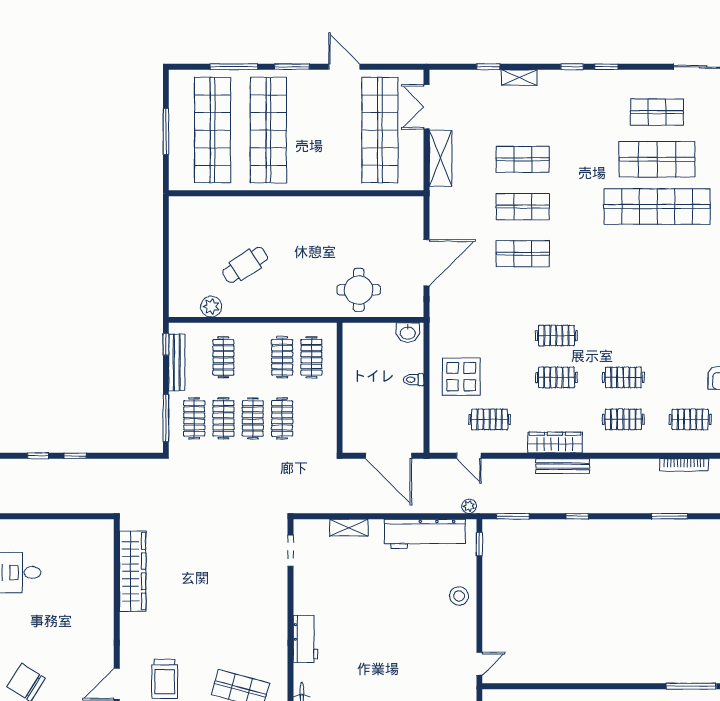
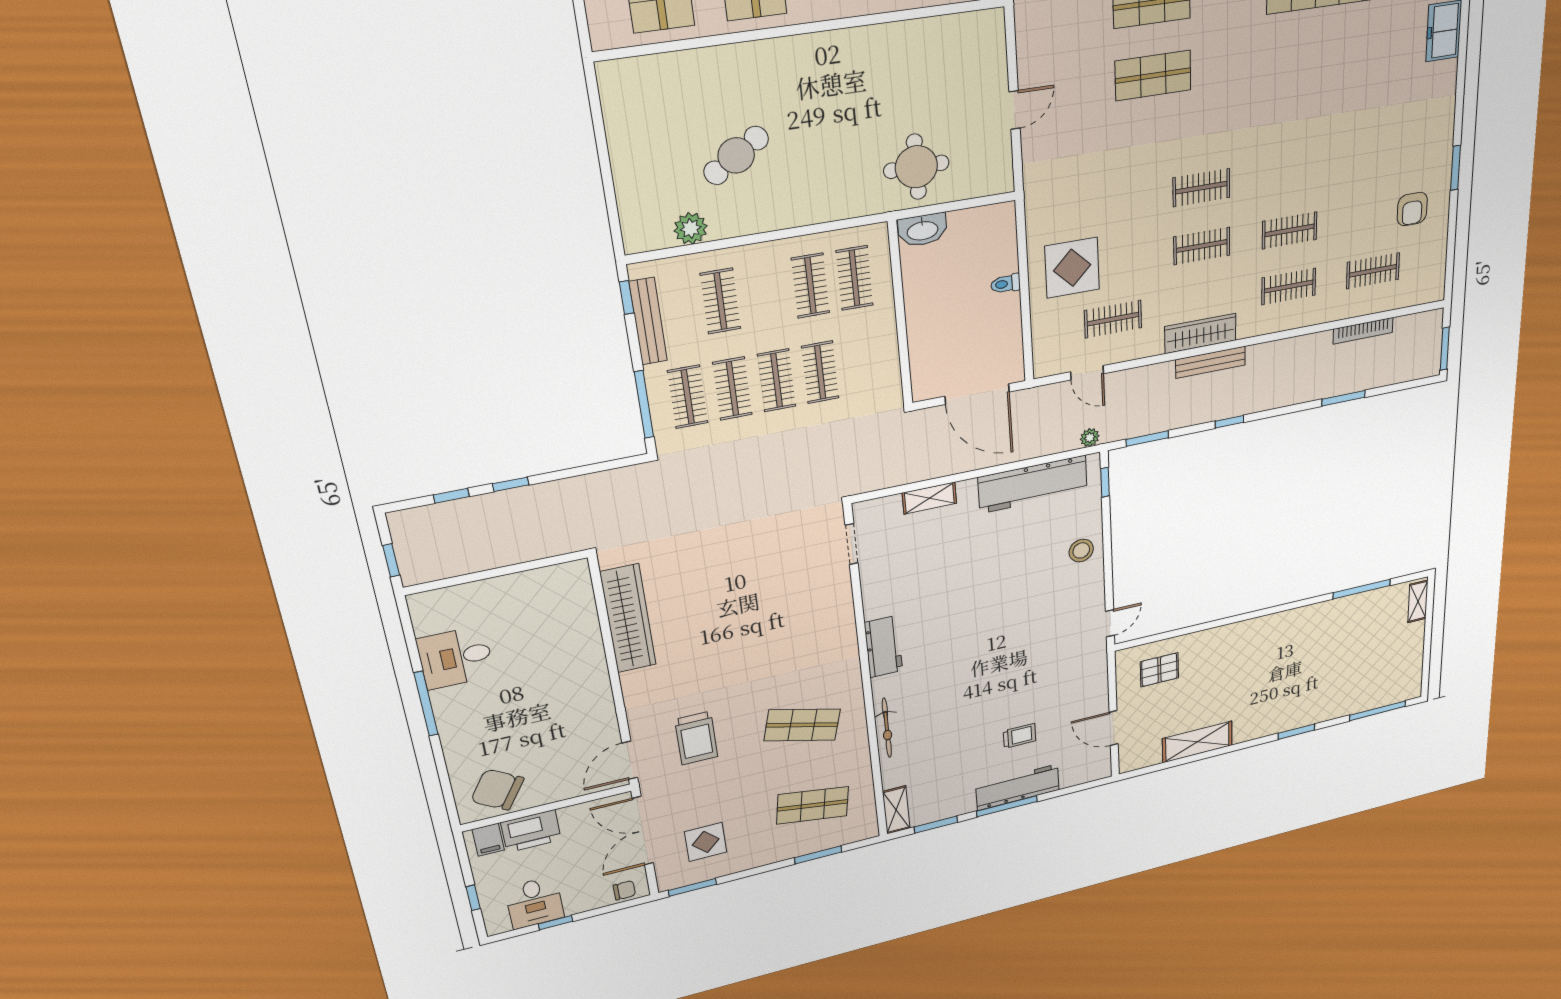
door: (427, 263) -> (1014, 110), width x0.53
washbasin: (408, 333) -> (922, 230), moved, width x1.38

